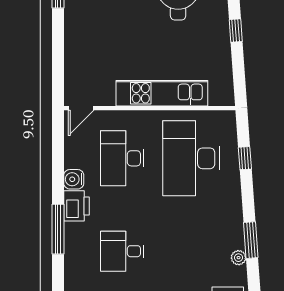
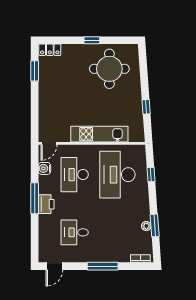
window: (236, 31) -> (146, 107), moved
water cooler: (74, 179) -> (44, 168), moved
window: (58, 229) -> (35, 198), moved
plant: (239, 258) -> (146, 226), moved

